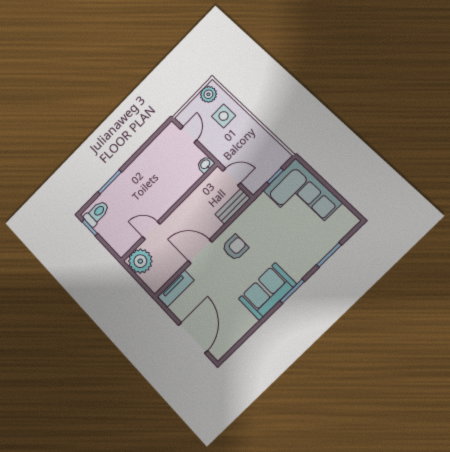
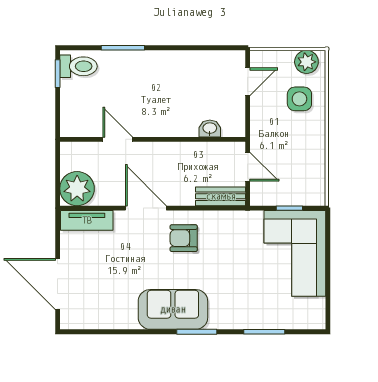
washbasin: (205, 164) -> (210, 129), moved
armchair: (235, 248) -> (184, 238), turned 180
plant: (140, 261) -> (77, 189), moved
door: (193, 338) -> (58, 284), swing flipped

